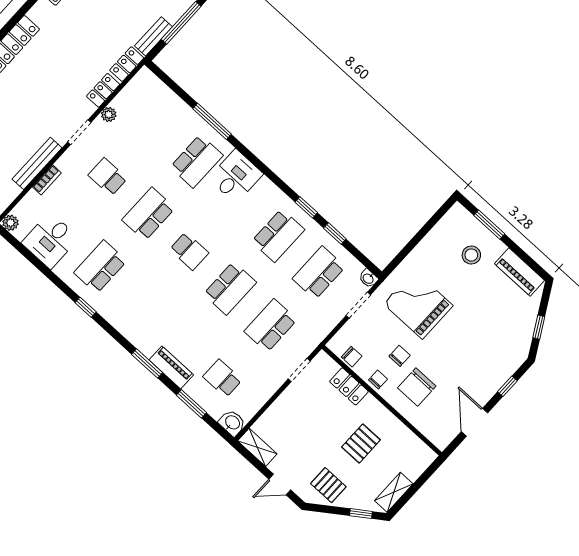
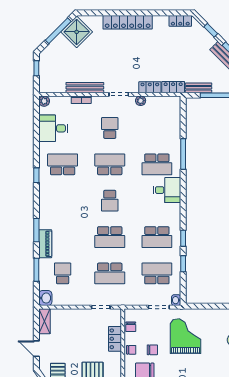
school desk: (271, 326) -> (110, 273), turned 180

